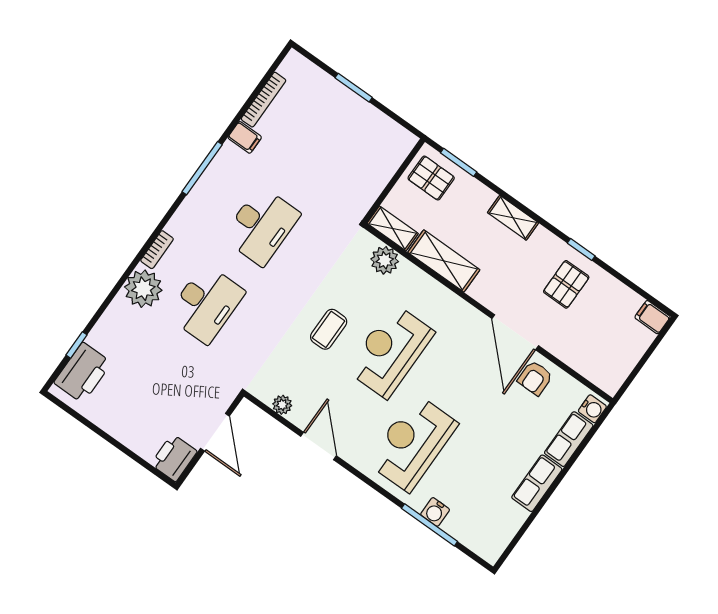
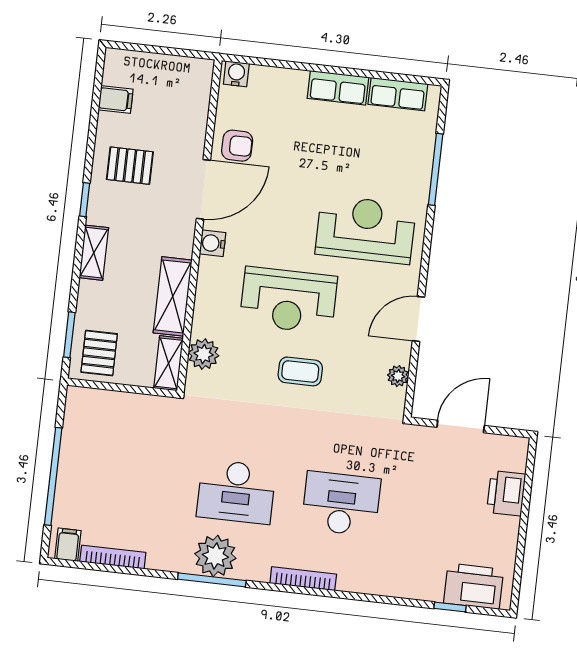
window: (354, 88) -> (53, 476), width x2.11
filing cabinet: (245, 137) -> (68, 545), moved
desk: (261, 226) -> (236, 492), turned 180
window: (581, 249) -> (85, 200), moved
bookcase: (157, 250) -> (303, 579), width x1.56
plant: (143, 289) -> (215, 556), moved
filing cabinet: (652, 317) -> (116, 99), moved, turned -90
row of seats: (569, 439) -> (398, 94), moved
reception desk: (412, 443) -> (366, 230), turned 180
printer: (174, 458) -> (506, 493), moved, turned 90
water cooler: (435, 512) -> (213, 243), moved, turned 180

